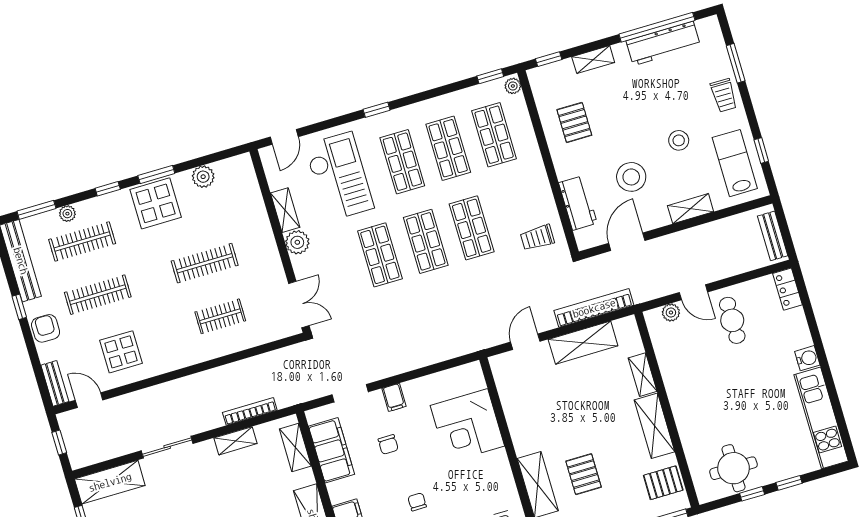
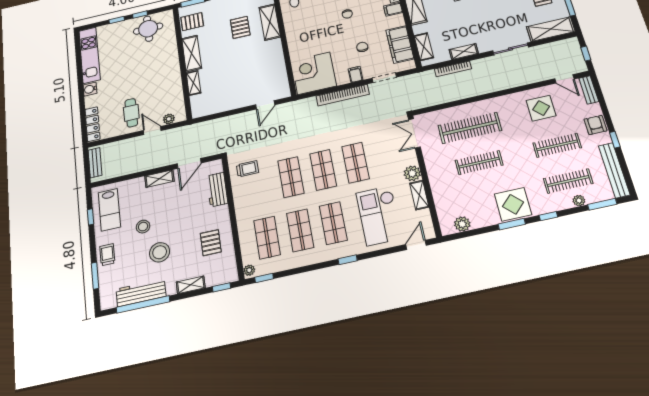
plant: (203, 177) -> (462, 224), moved
stool: (631, 177) -> (160, 252), moved
shelving: (691, 209) -> (159, 179), moved
locker: (787, 289) -> (93, 124), width x1.53
bookcase: (594, 308) -> (343, 95), moved
clothes rail: (220, 316) -> (470, 128), width x1.86, depth x1.31
armchair: (46, 328) -> (595, 125), turned 180
shelving: (583, 343) -> (228, 103), removed
corner desk: (467, 426) -> (314, 73), moved, turned -90

